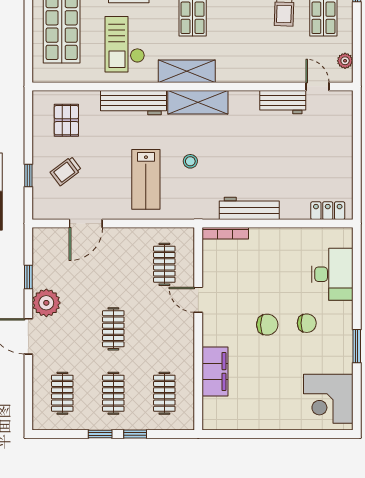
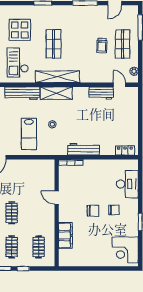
shelving: (187, 71) -> (57, 77), width x1.47
clothes rail: (164, 264) -> (39, 179), removed

